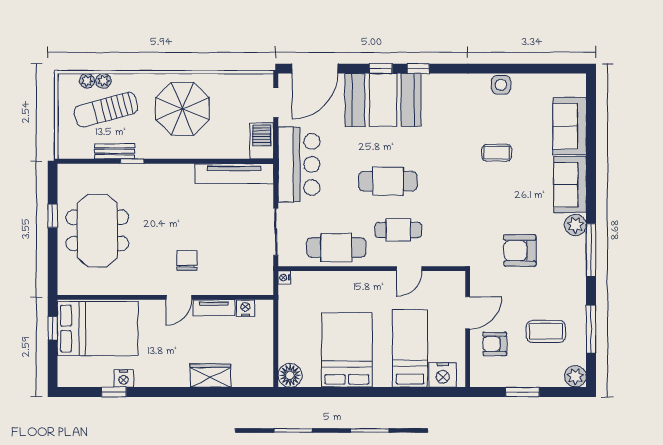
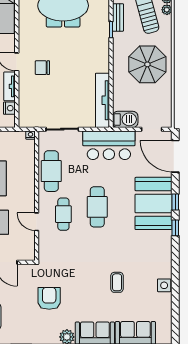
chair: (187, 260) -> (42, 68), turned 180

